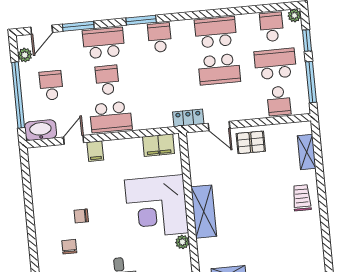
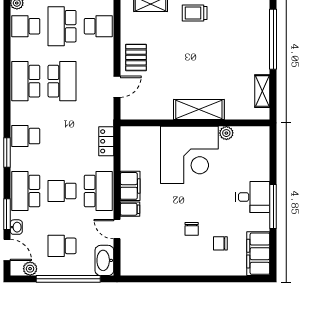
washbasin: (66, 37) -> (16, 227), added
locker: (188, 118) -> (106, 141), moved
filing cabinet: (159, 145) -> (130, 186), moved

